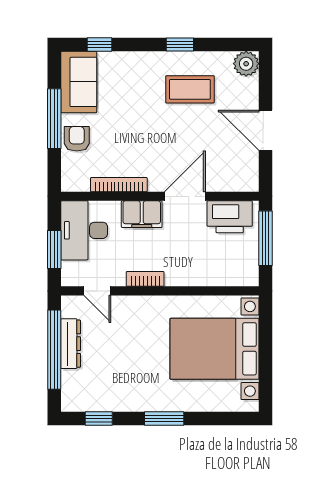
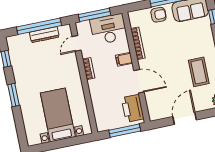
filing cabinet: (142, 214) -> (124, 59), width x0.50
window: (54, 250) -> (95, 15), width x1.44
bed with nightstands: (214, 349) -> (58, 115), width x0.73

